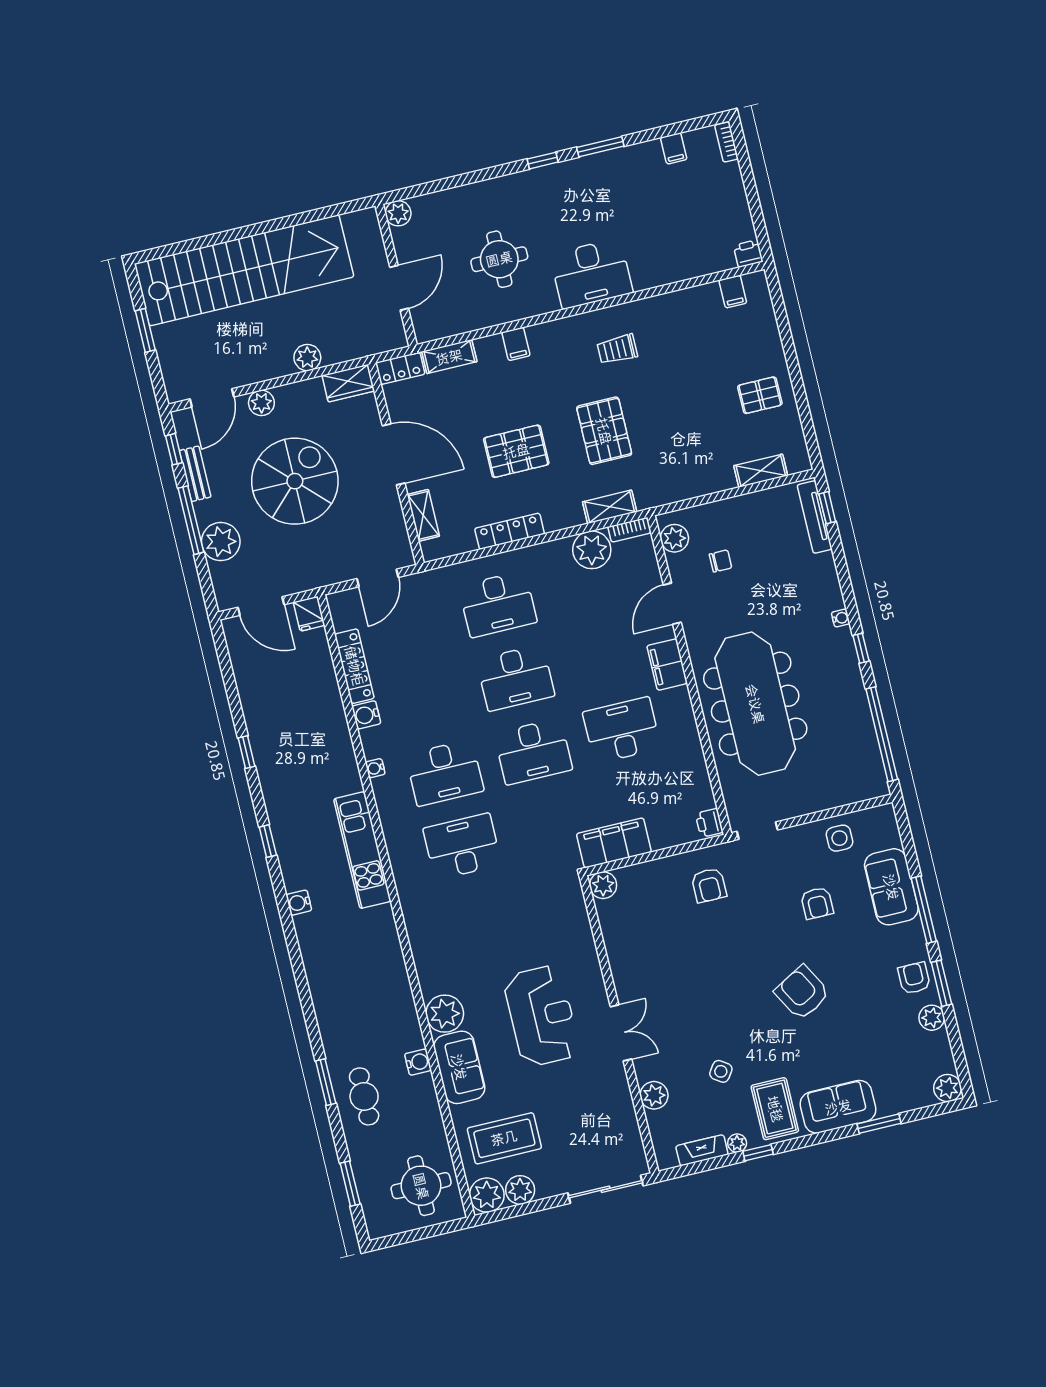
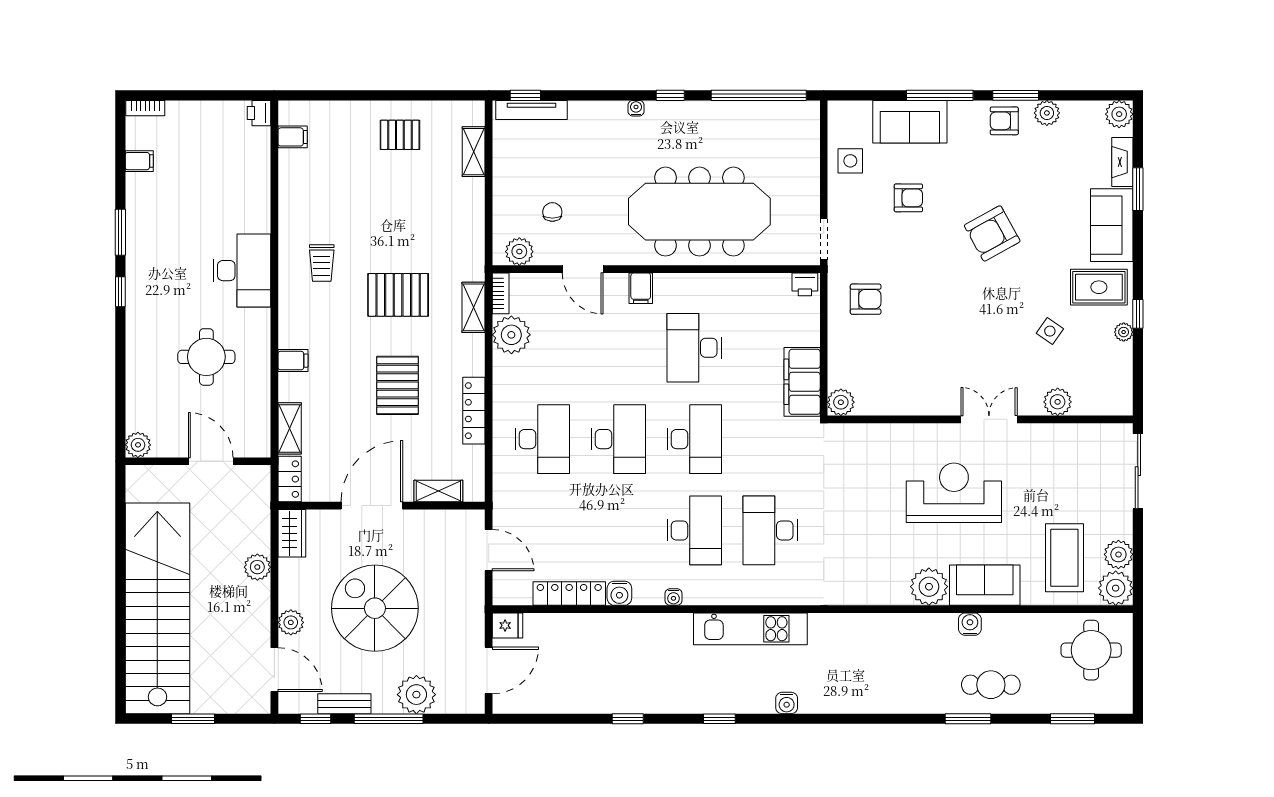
pallet: (760, 395) -> (400, 135), turned 90
filing cabinet: (667, 665) -> (641, 288), width x0.50
fireplace: (702, 1150) -> (1122, 162), moved

